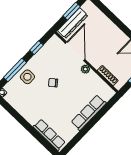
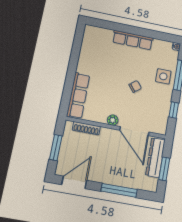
window: (113, 18) -> (119, 190), added
row of seats: (89, 113) -> (78, 96), moved
row of seats: (49, 135) -> (133, 40), moved

